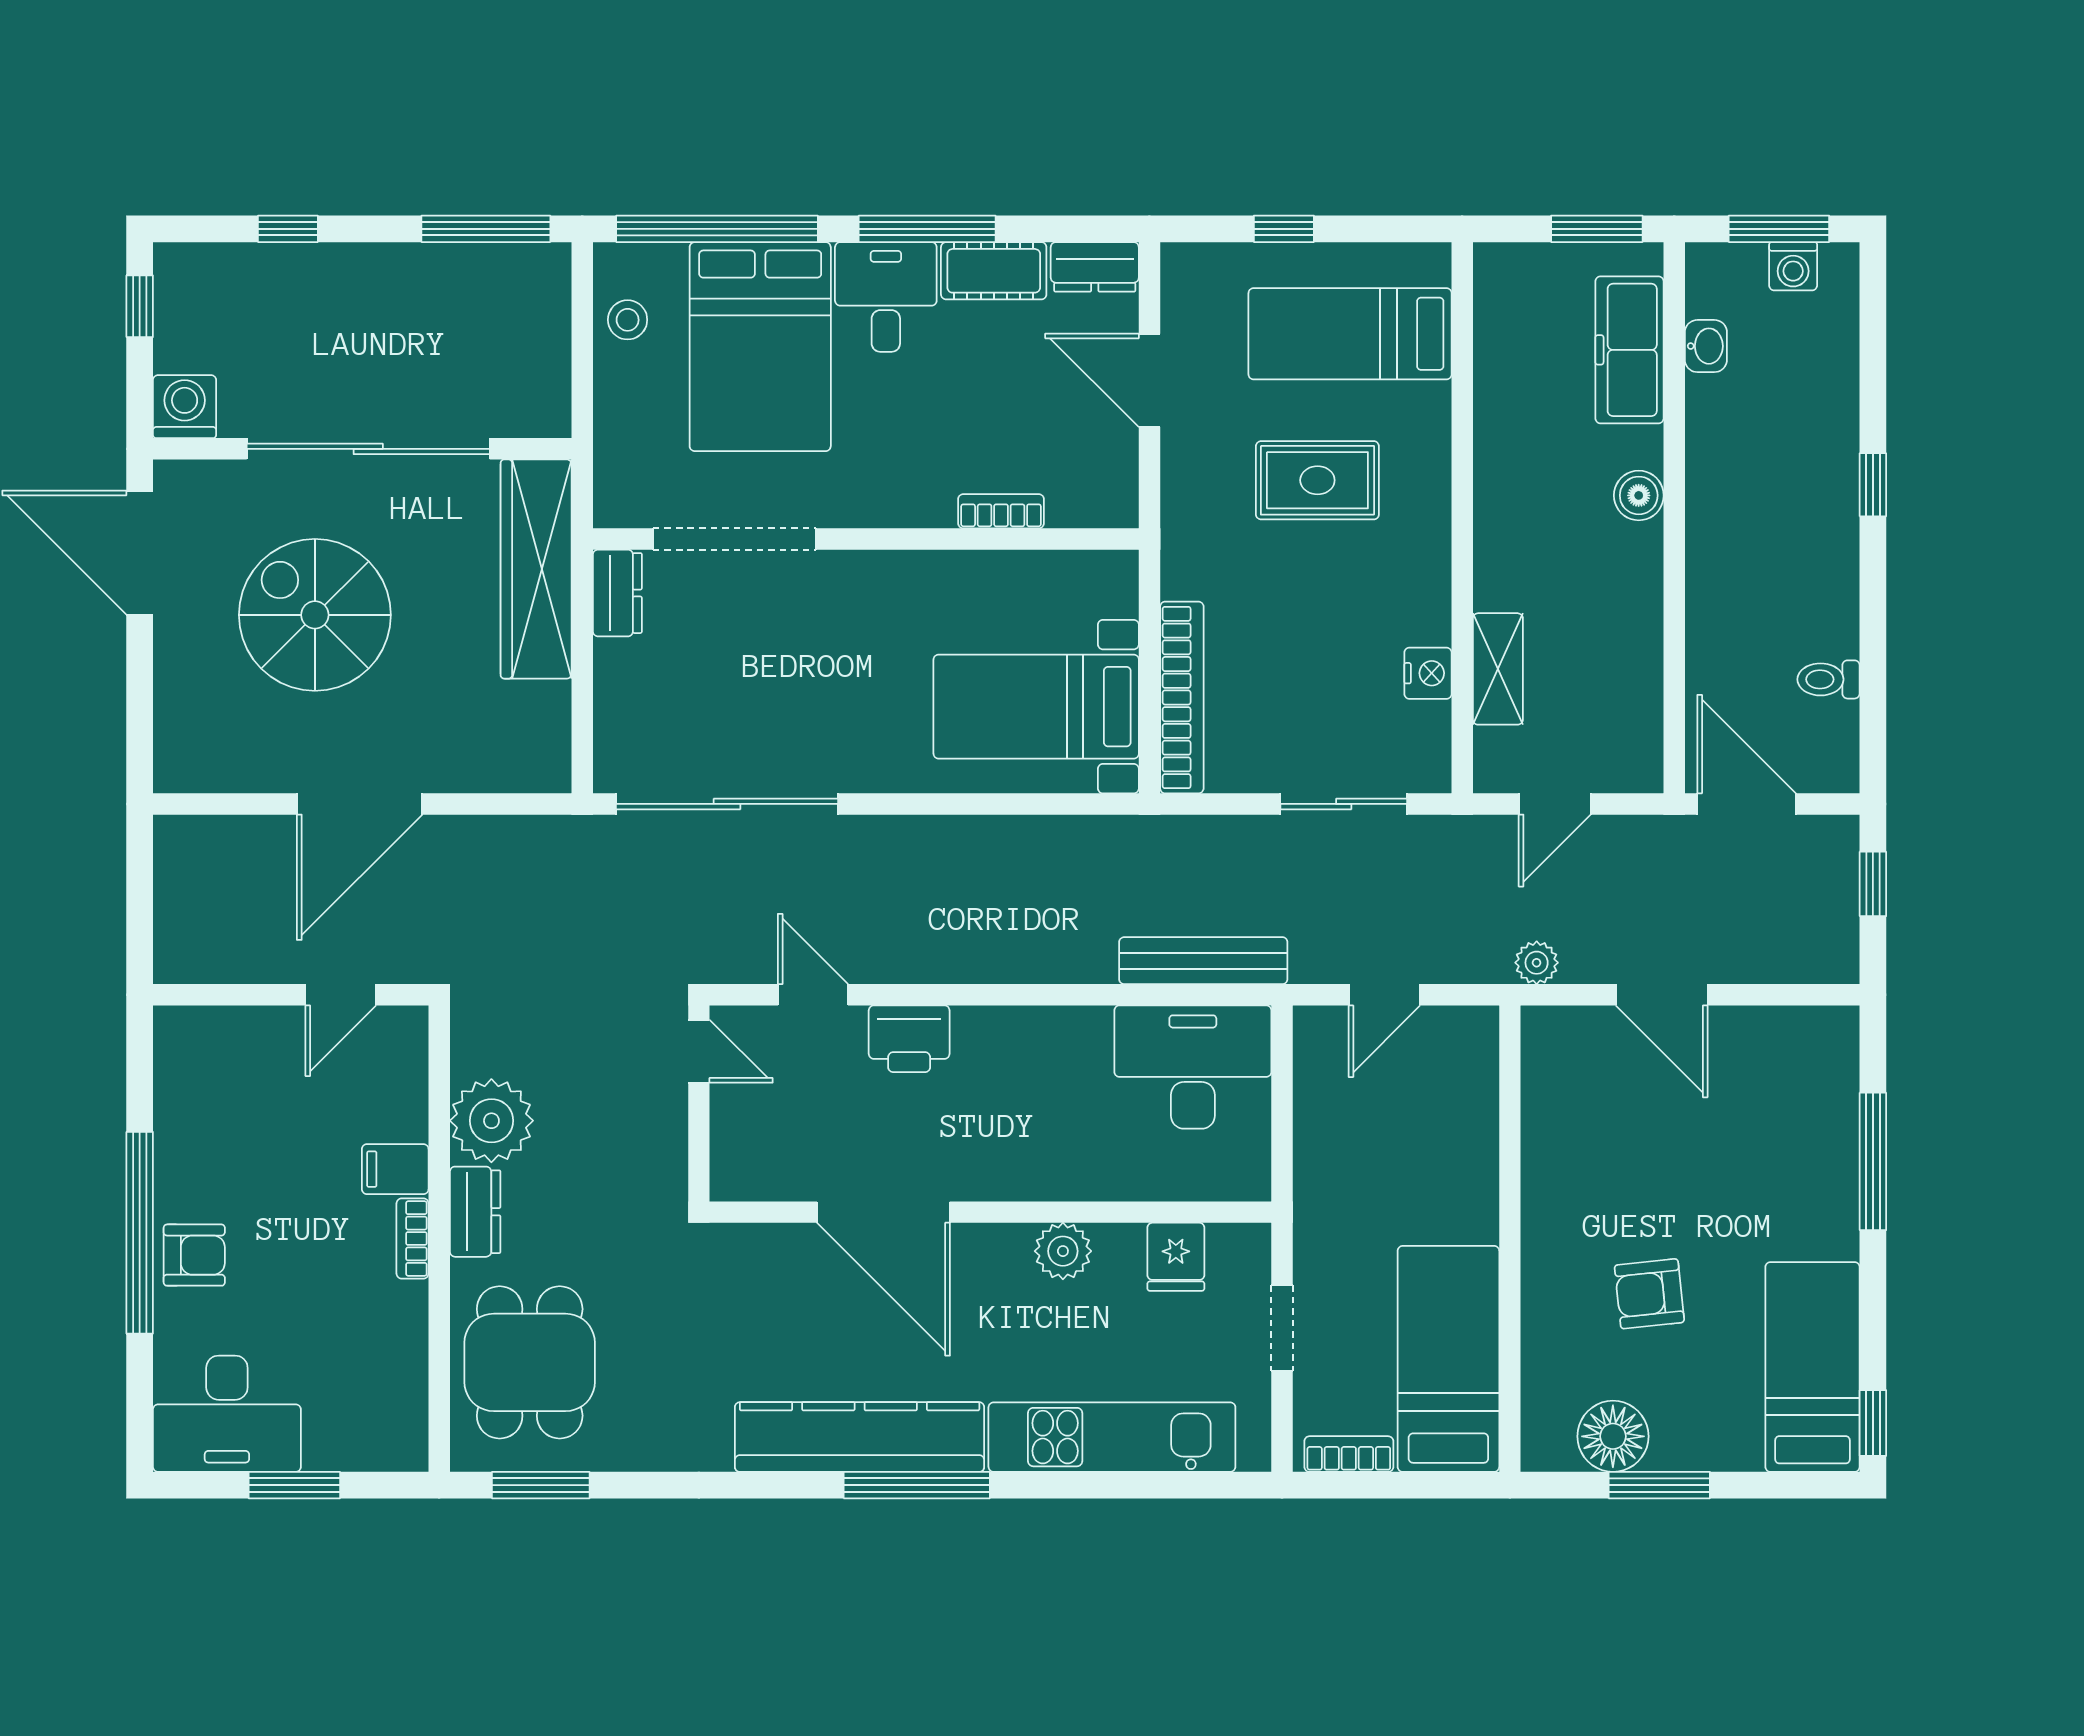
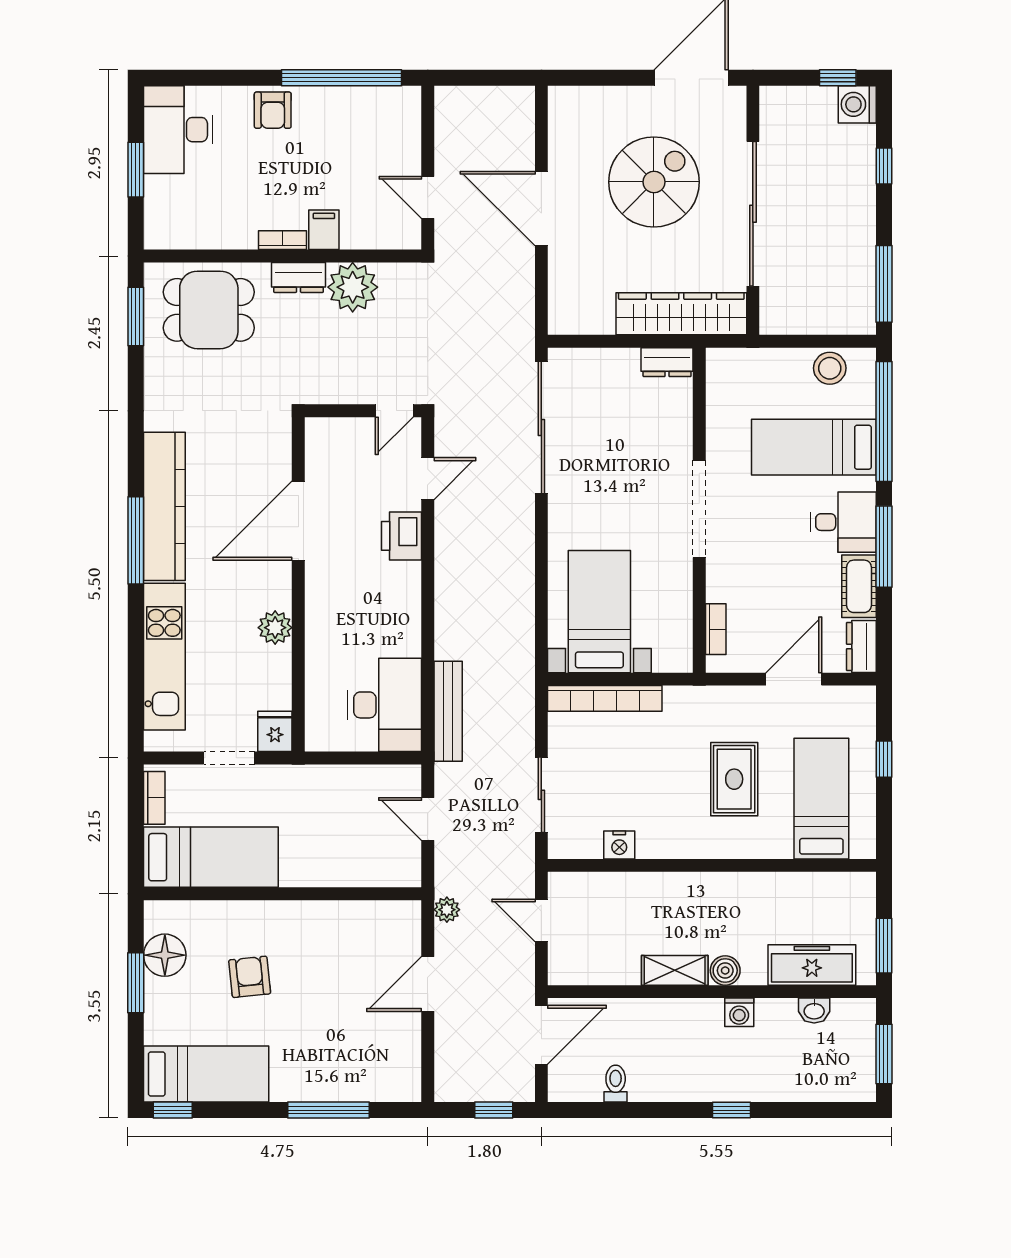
washing machine: (1793, 266) -> (739, 1012), moved, turned -90
stool: (628, 320) -> (830, 368), width x1.37, depth x1.37
bed: (760, 347) -> (814, 447), width x0.67
washing machine: (185, 407) -> (857, 104), moved, turned 180
bookcase: (1001, 511) -> (716, 629), moved
doorway: (734, 539) -> (699, 509), moved
shelving: (1498, 669) -> (675, 970), moved
window: (140, 1233) -> (341, 78), moved
fridge: (1176, 1257) -> (275, 731), moved, turned 90

